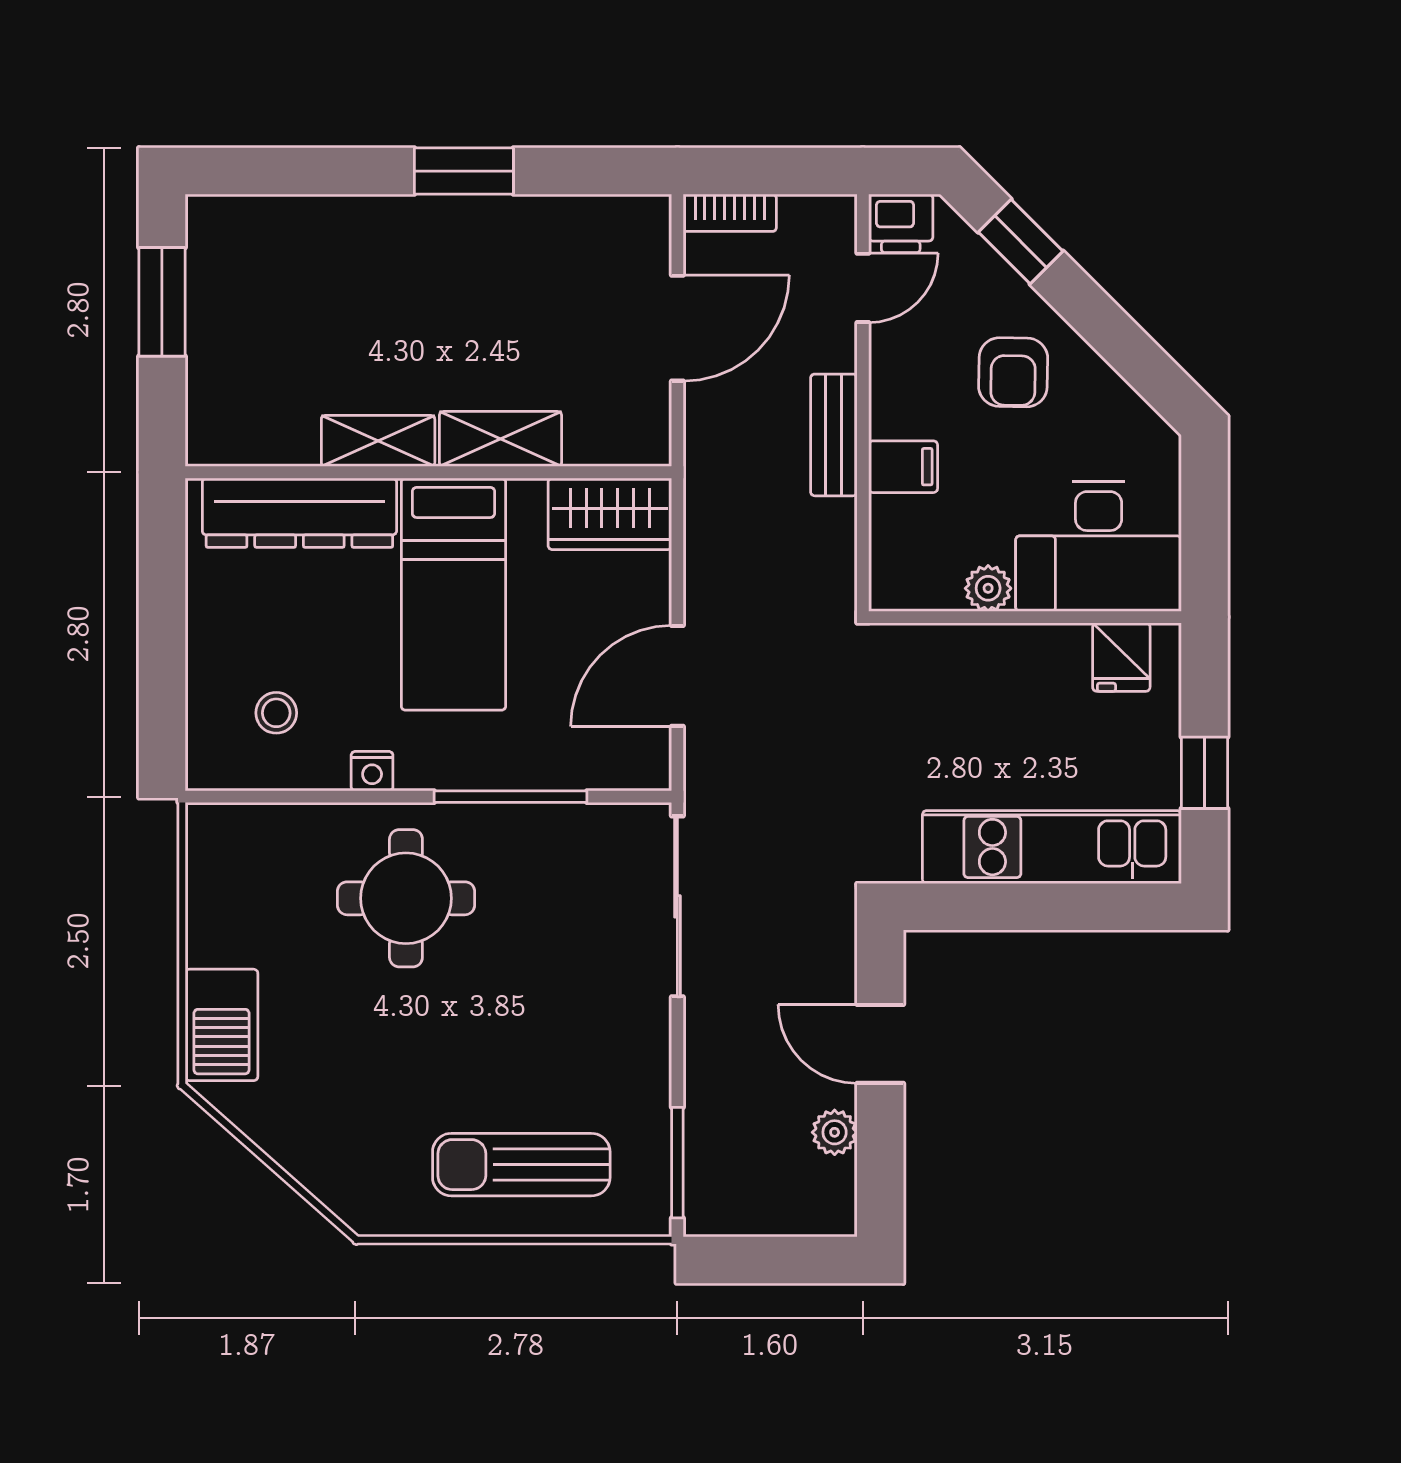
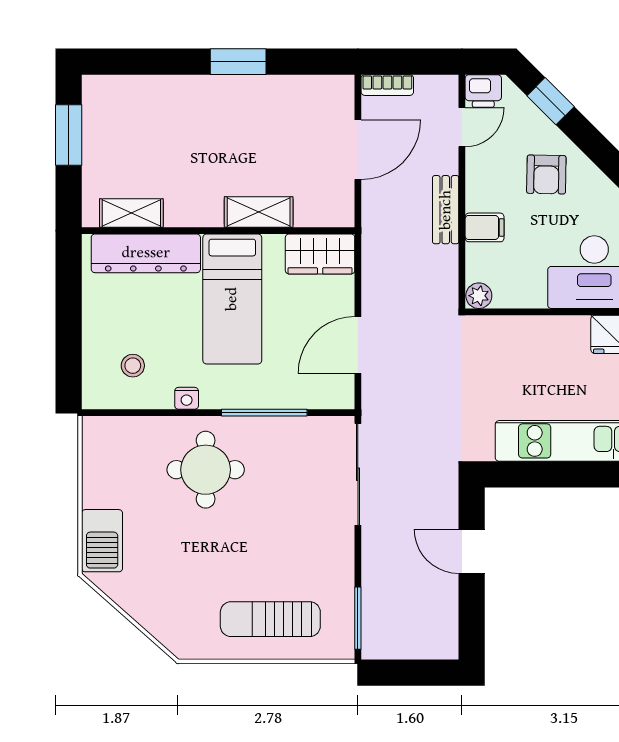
shelving: (378, 441) -> (131, 213), moved
plant: (988, 588) -> (479, 296), moved
plant: (835, 1132) -> (446, 601), removed

